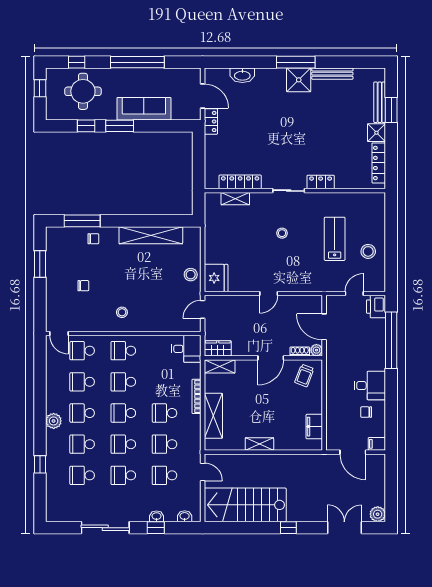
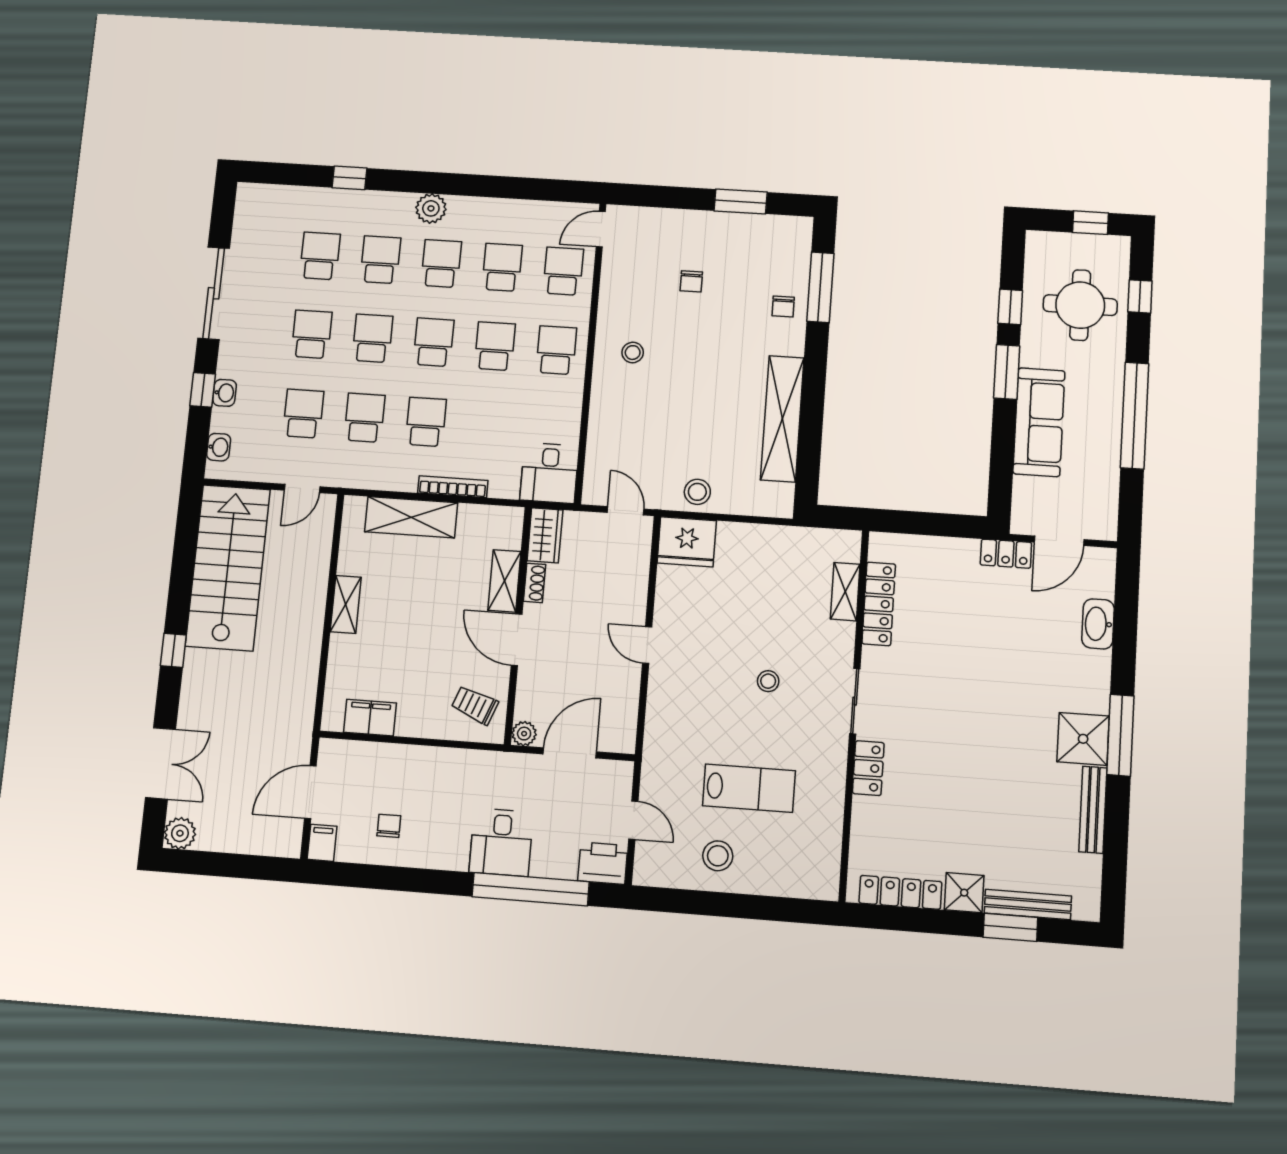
shoe rack: (300, 351) -> (535, 583), moved
shelving: (220, 366) -> (504, 581), moved
desk: (370, 385) -> (501, 842), moved

